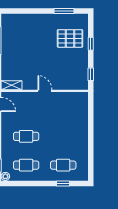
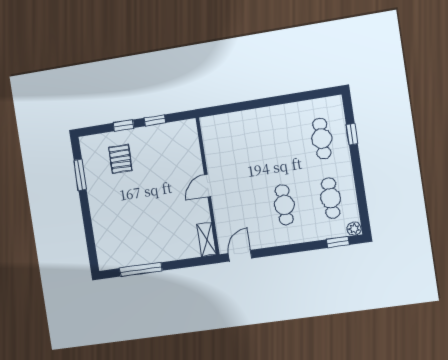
pallet: (70, 38) -> (120, 159), width x0.67, depth x0.71
window: (91, 74) -> (155, 120), moved

